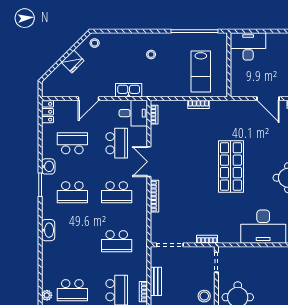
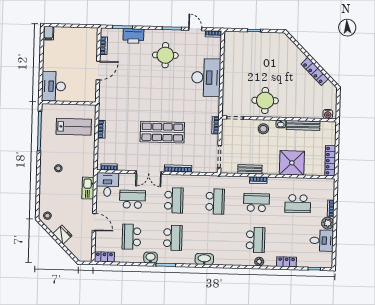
shop shelf: (231, 166) -> (162, 132), moved

